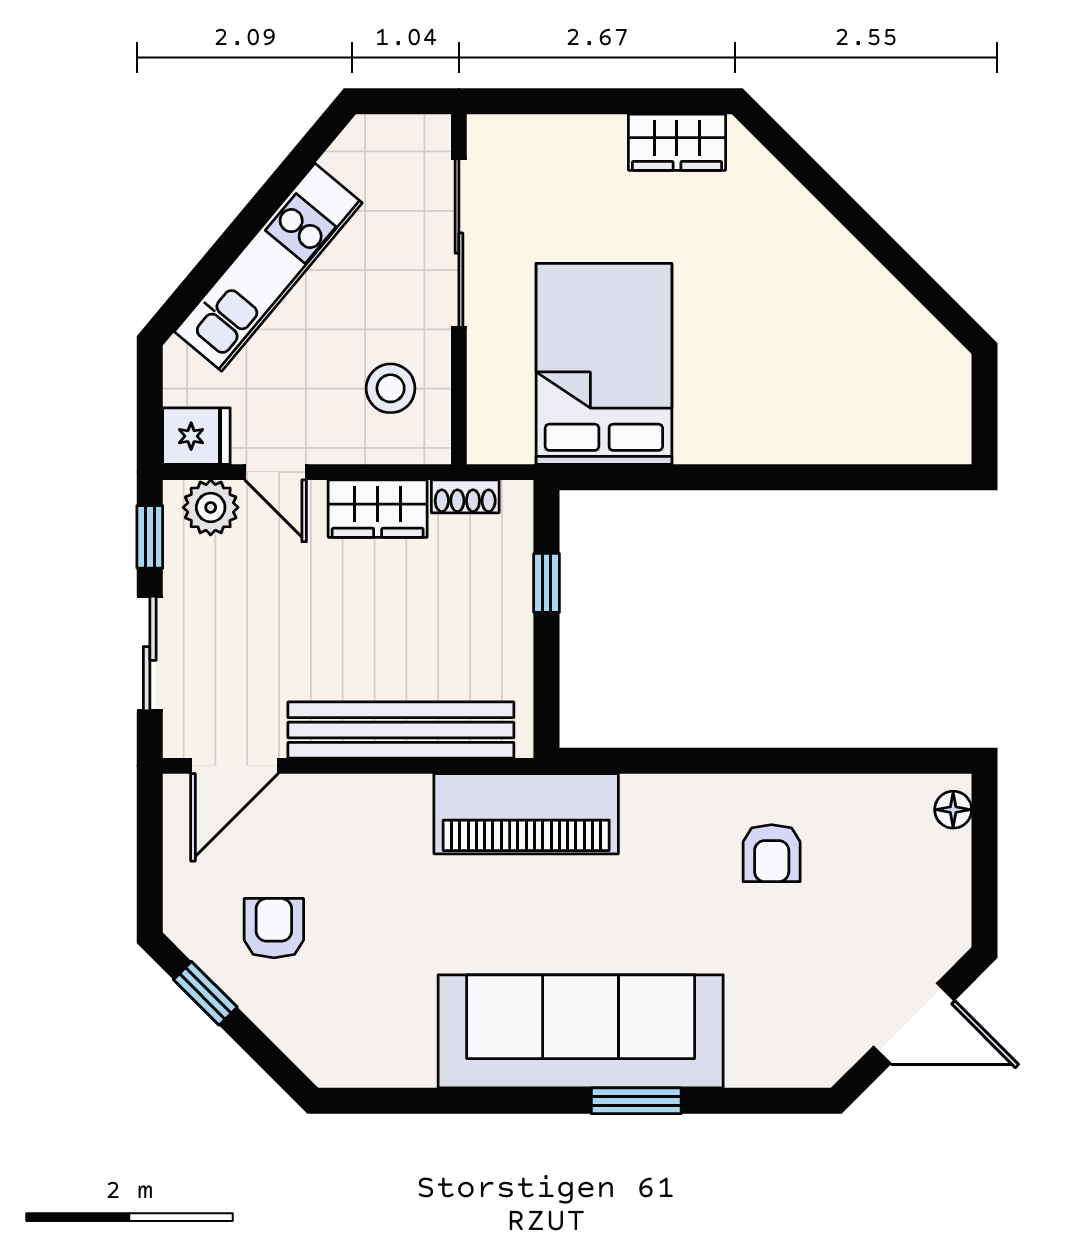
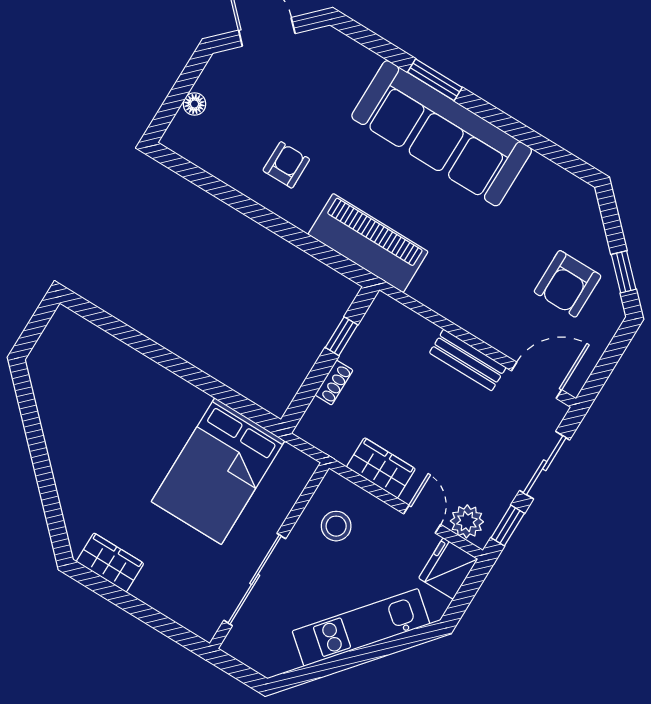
fridge: (196, 436) -> (448, 568), width x1.38
shoe rack: (465, 496) -> (334, 383), moved, turned 90
window: (547, 583) -> (342, 336), moved
bench: (401, 730) -> (468, 360), width x0.54, depth x0.82
floor lamp: (953, 810) -> (194, 104), moved
piano: (526, 814) -> (368, 243), moved
armchair: (274, 928) -> (568, 284), width x1.38, depth x1.38

